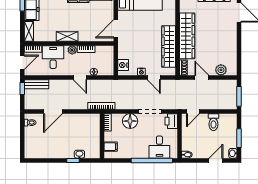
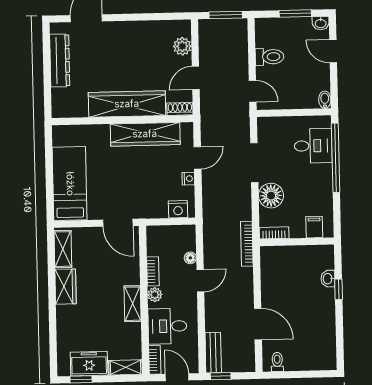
printer: (171, 121) -> (269, 127), removed

